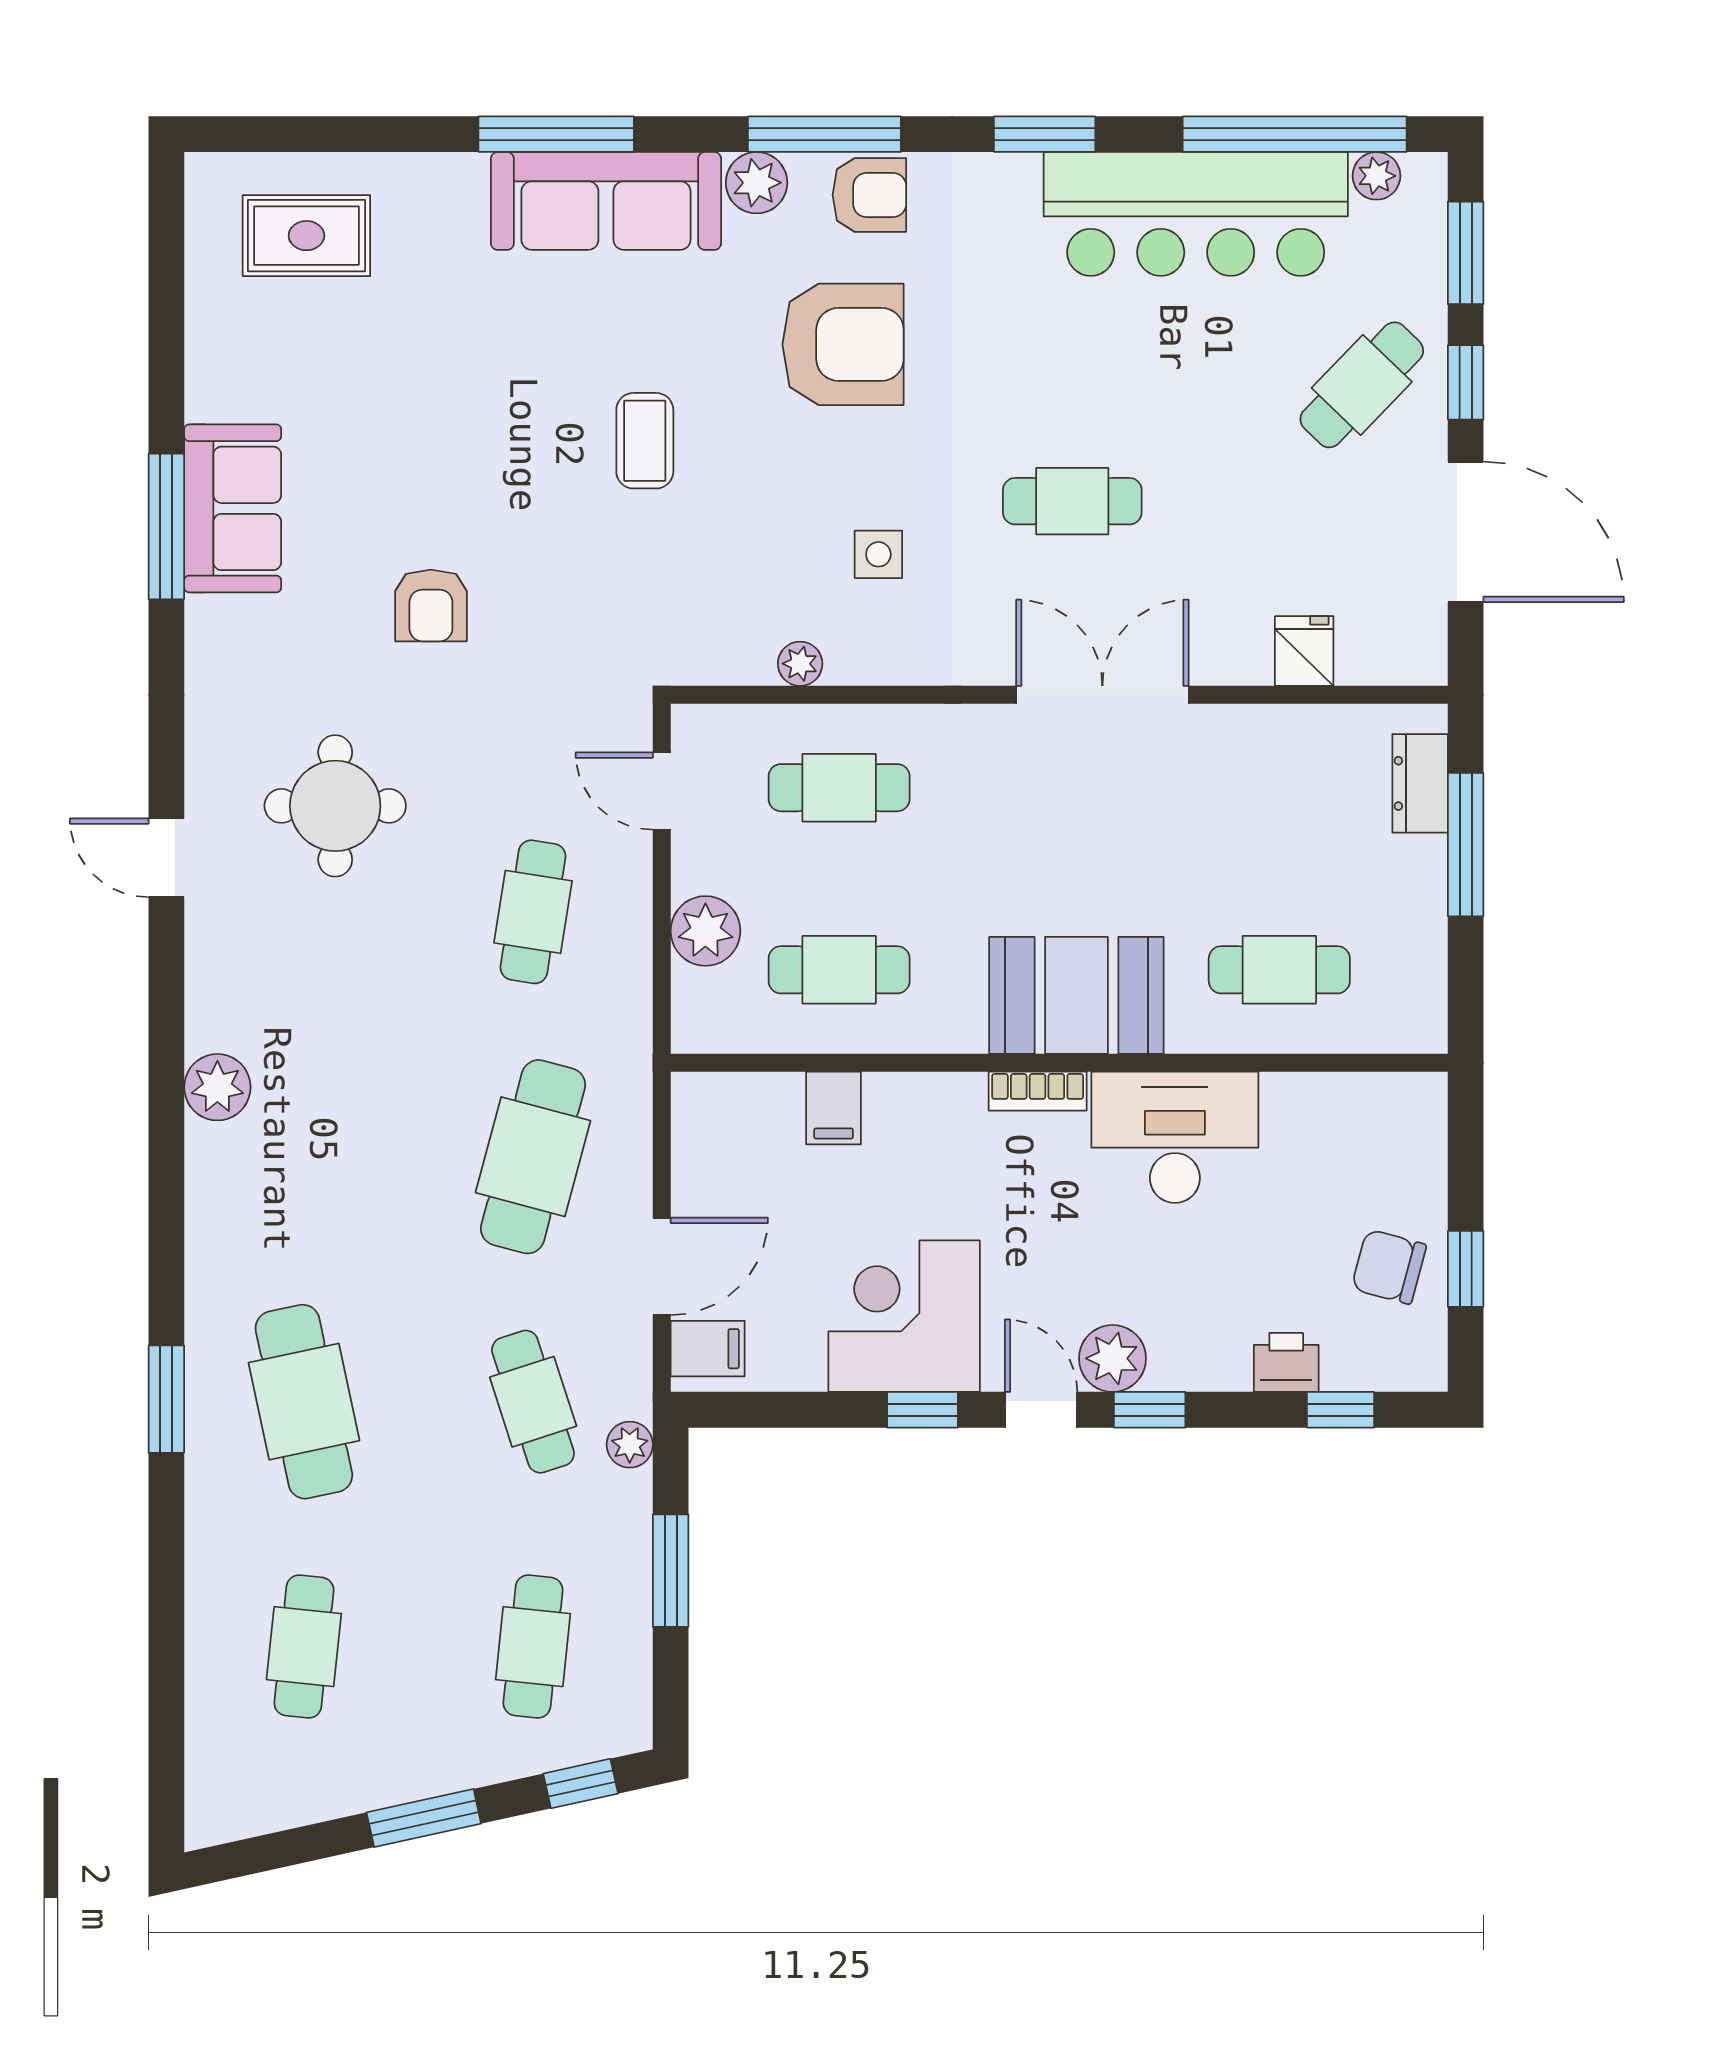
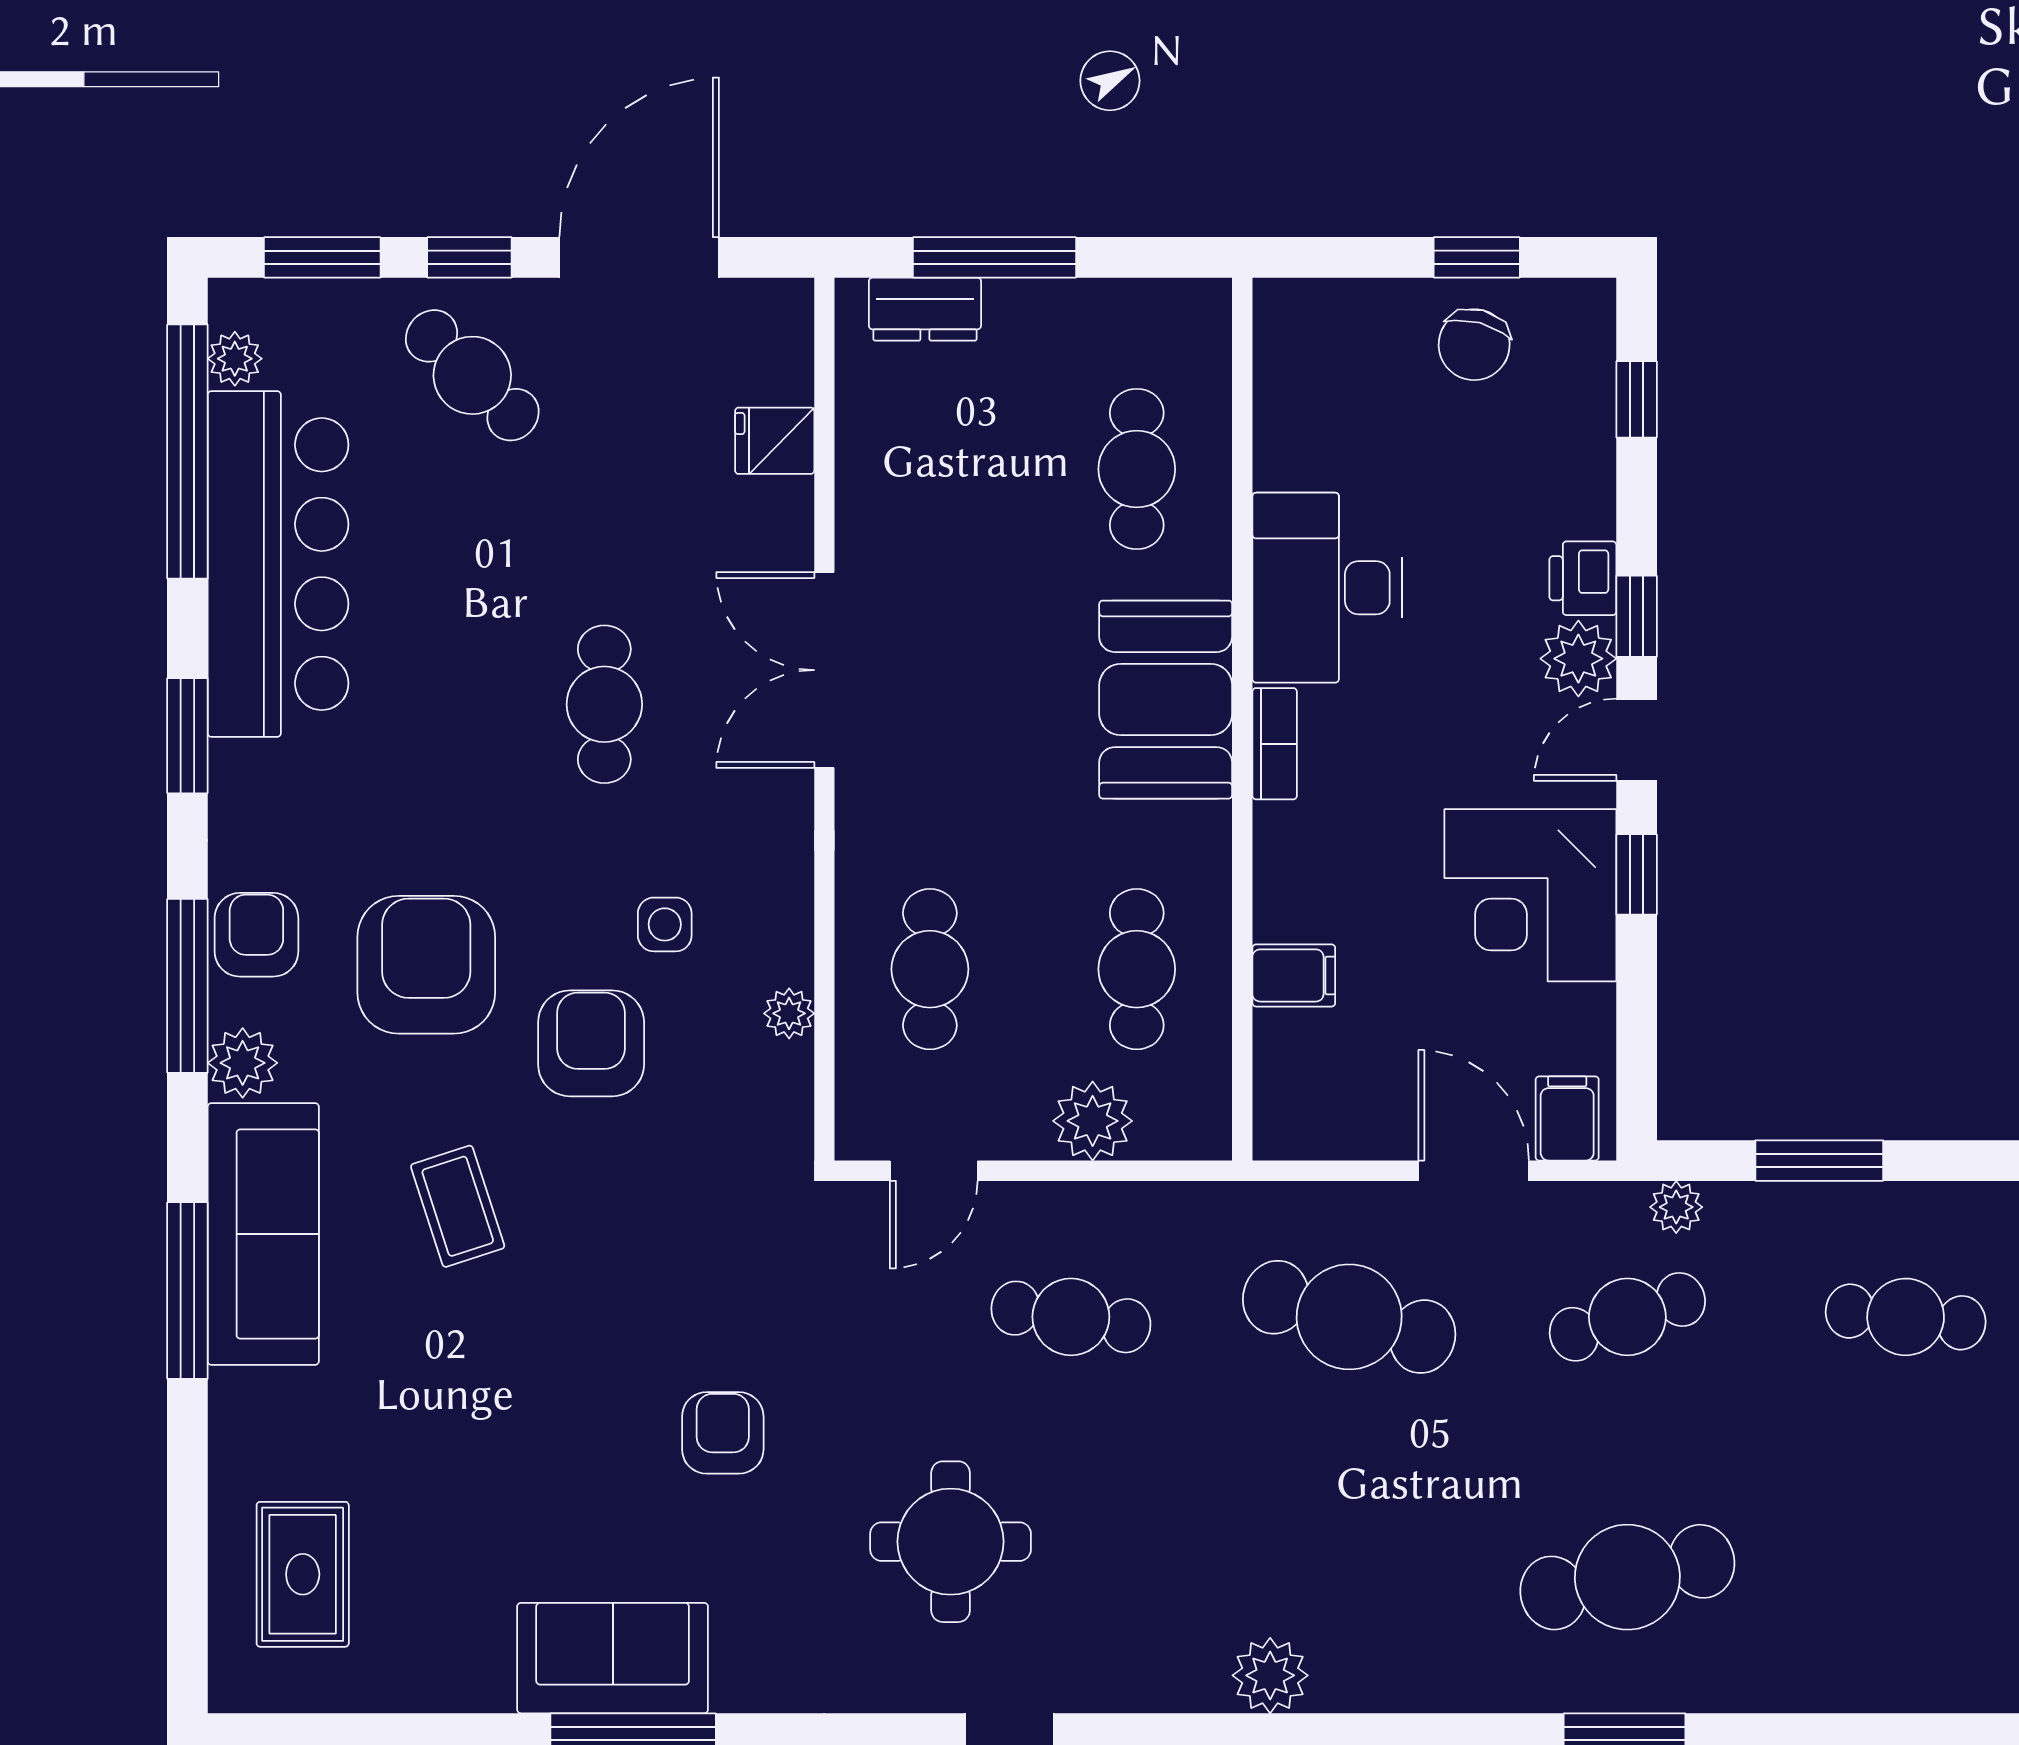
coffee table: (645, 441) -> (458, 1206), moved, turned 72
armchair: (774, 489) -> (591, 1043), added
armchair: (431, 605) -> (723, 1433), turned -90
printer: (1286, 1362) -> (1583, 578), moved
cafe table: (304, 1647) -> (1906, 1577), removed

